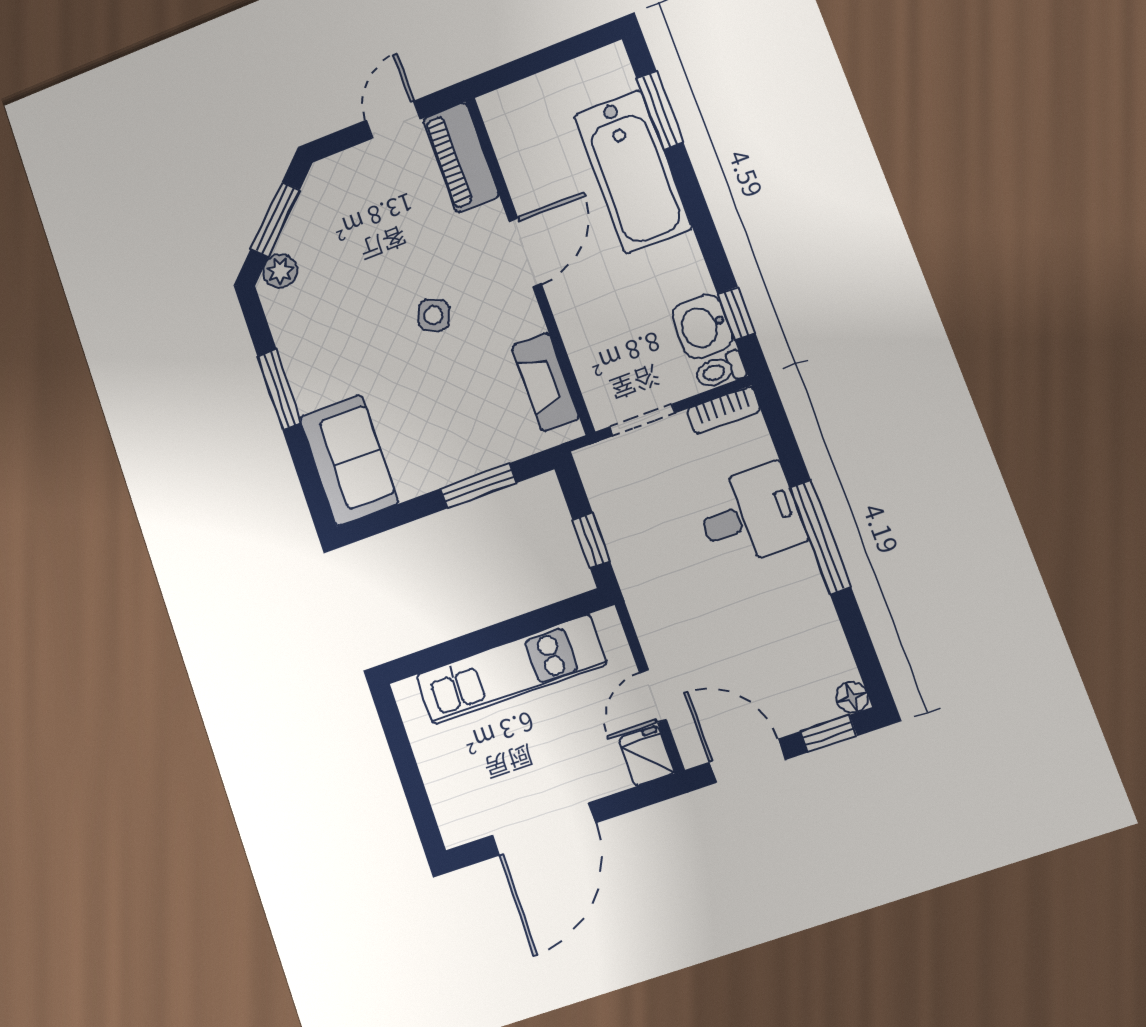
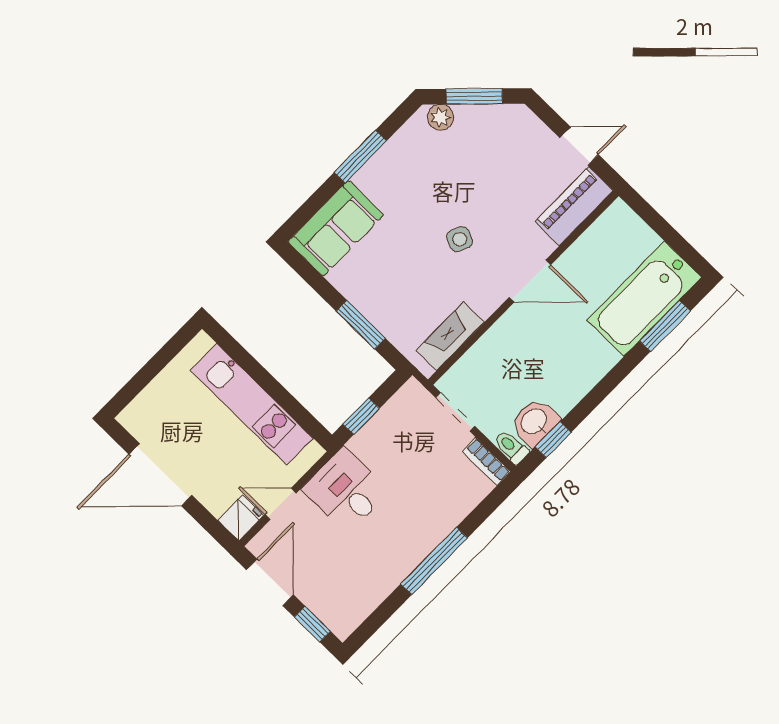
bathtub: (633, 172) -> (644, 299), moved
desk: (750, 515) -> (346, 490), moved, turned 180
floor lamp: (852, 697) -> (342, 628), removed

